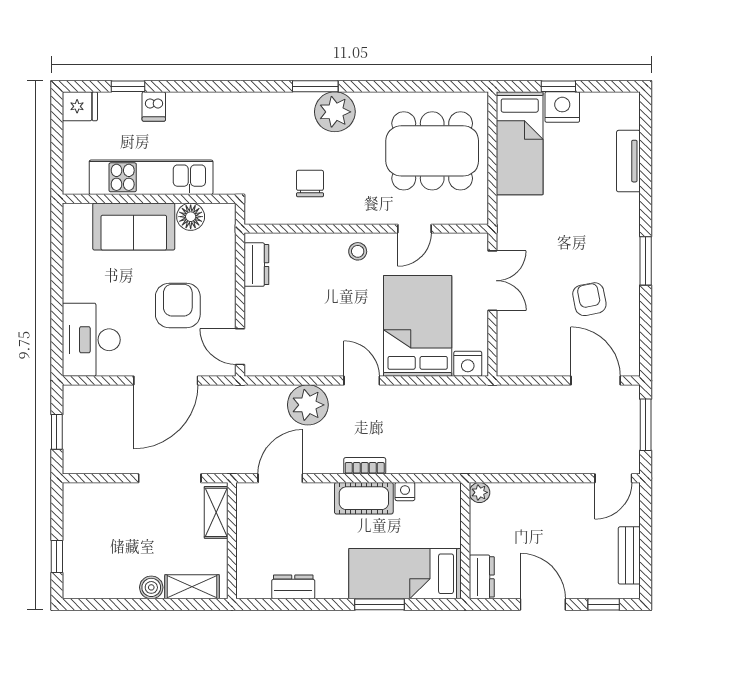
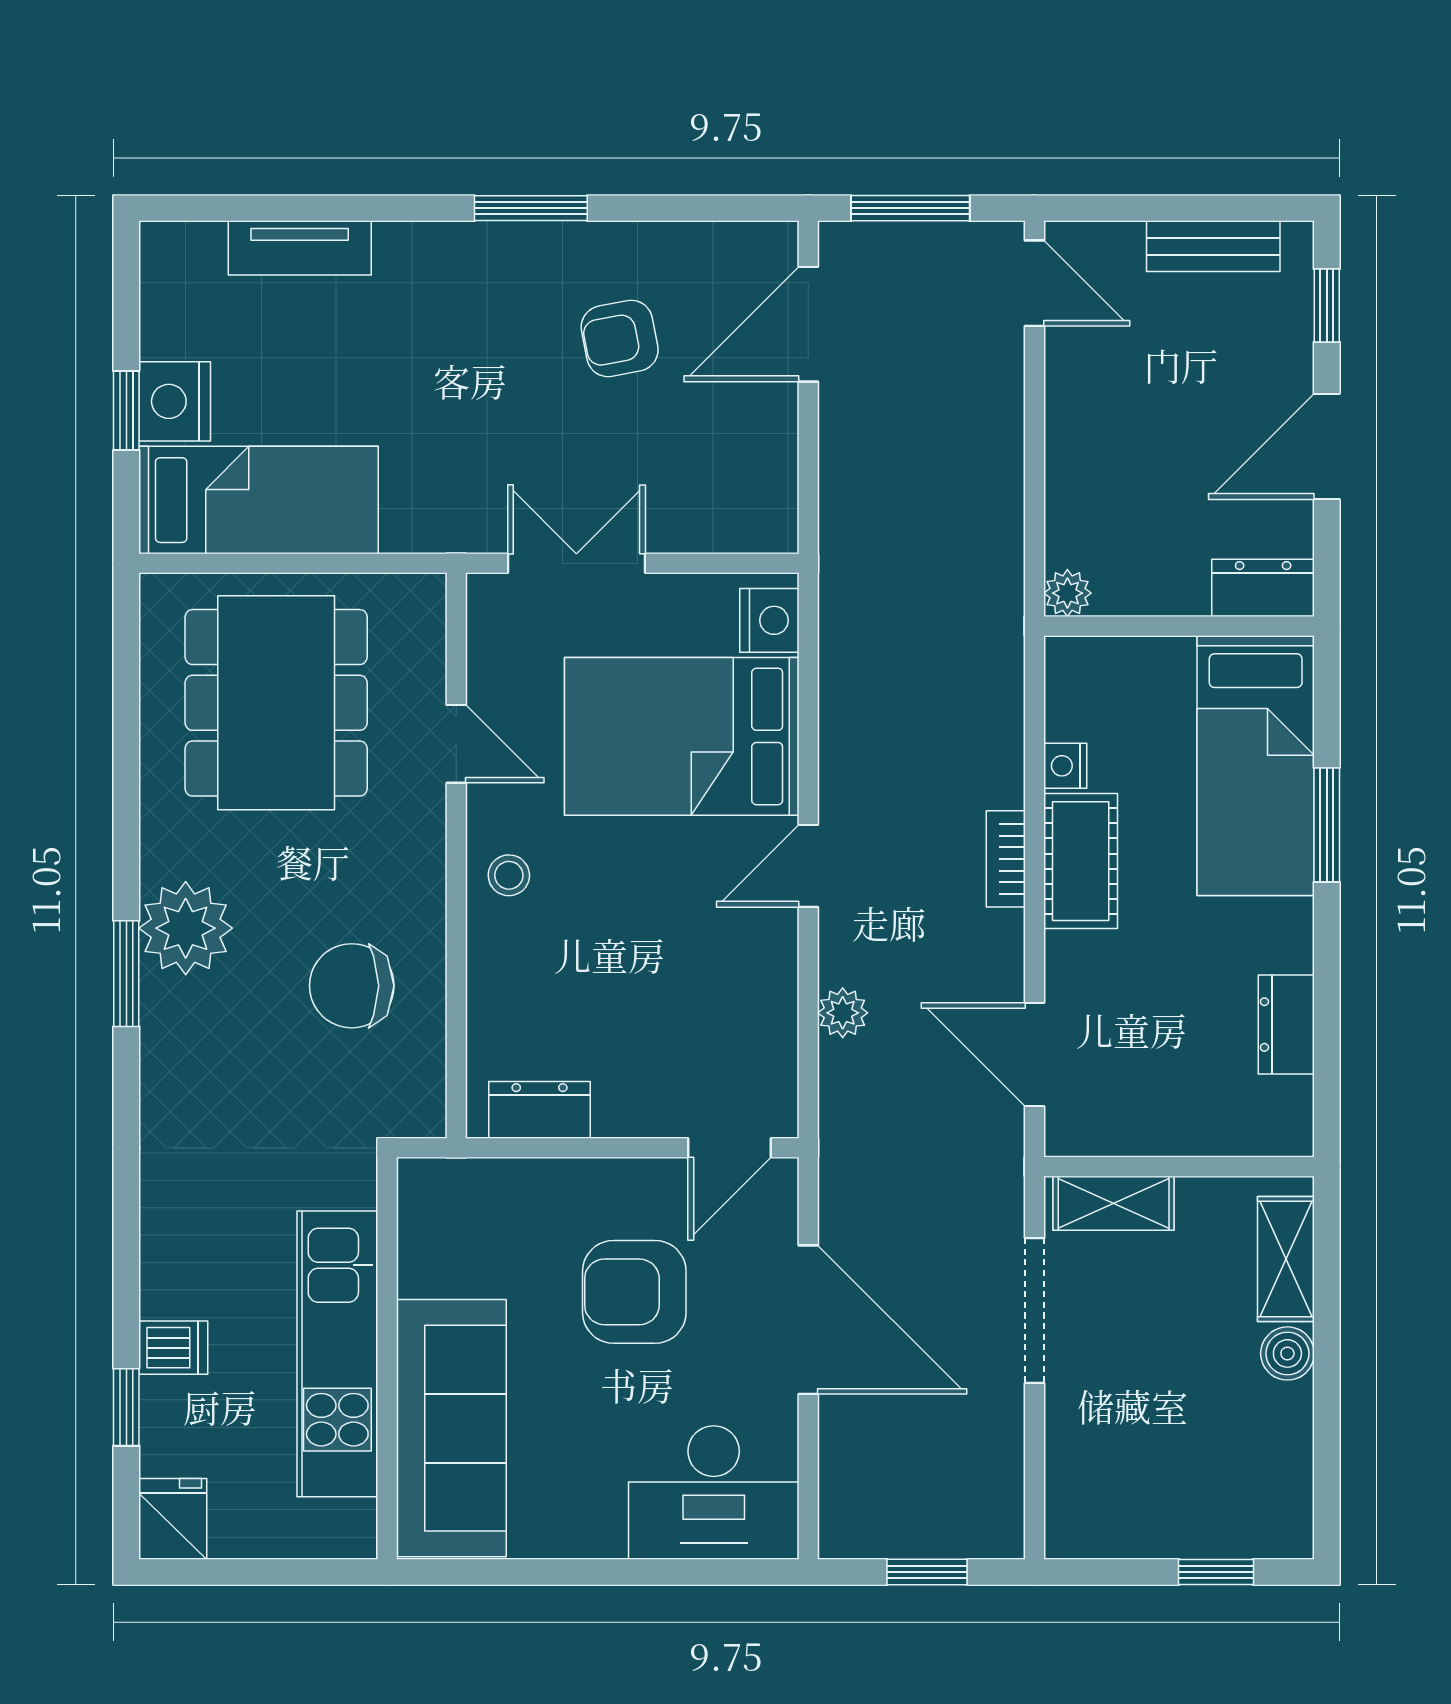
chair: (310, 184) -> (352, 986), width x1.37, depth x1.37
floor lamp: (191, 217) -> (429, 1262), removed
sofa: (134, 226) -> (451, 1428), width x1.36
plant: (308, 405) -> (843, 1013), width x0.53, depth x0.53

